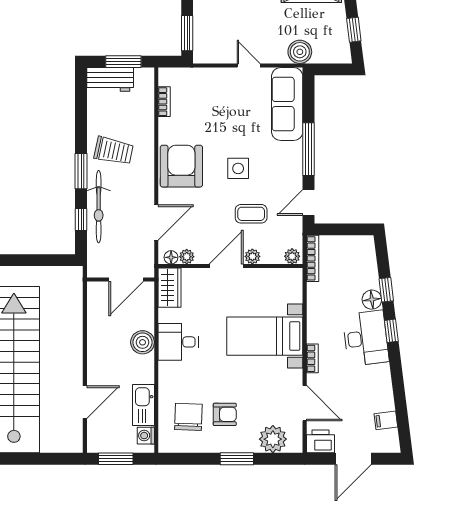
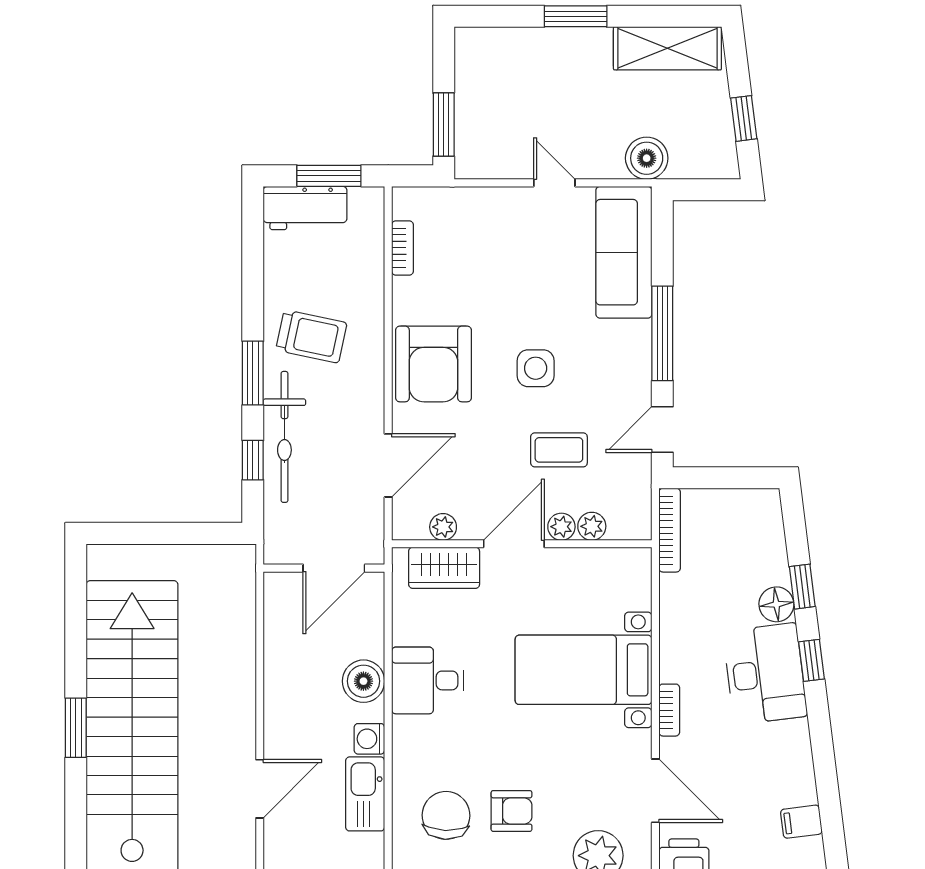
armchair: (181, 166) -> (433, 364), turned 180
plant: (292, 256) -> (592, 526), moved
floor lamp: (171, 257) -> (415, 528), removed
wardrobe: (170, 288) -> (444, 568), moved, turned 90
washing machine: (146, 436) -> (369, 739), moved

